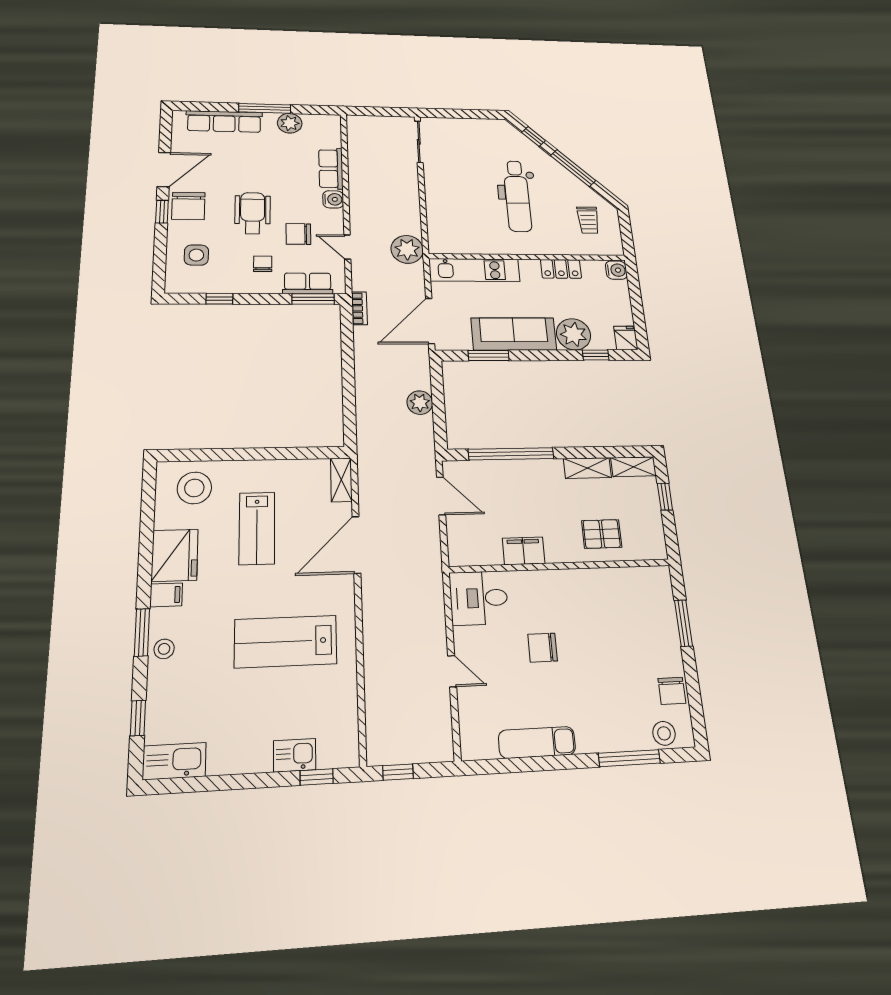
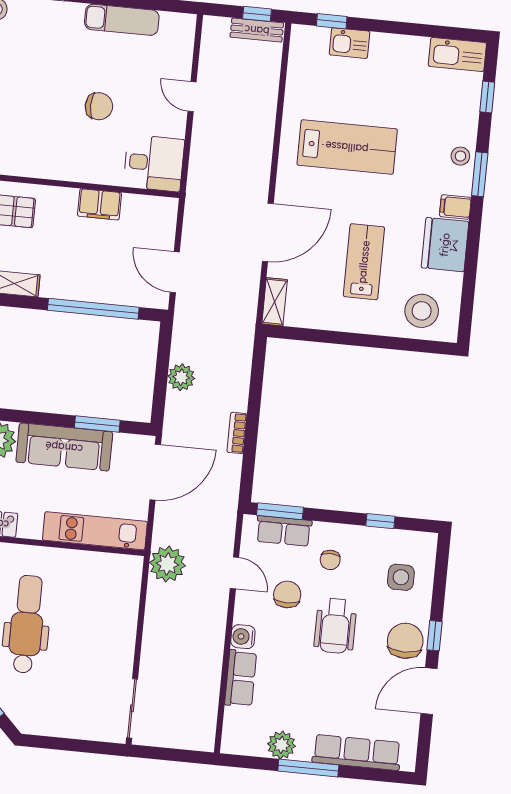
chair: (298, 234) -> (287, 594), turned -90
bookcase: (359, 308) -> (237, 433), moved
bench: (396, 754) -> (257, 30), added

